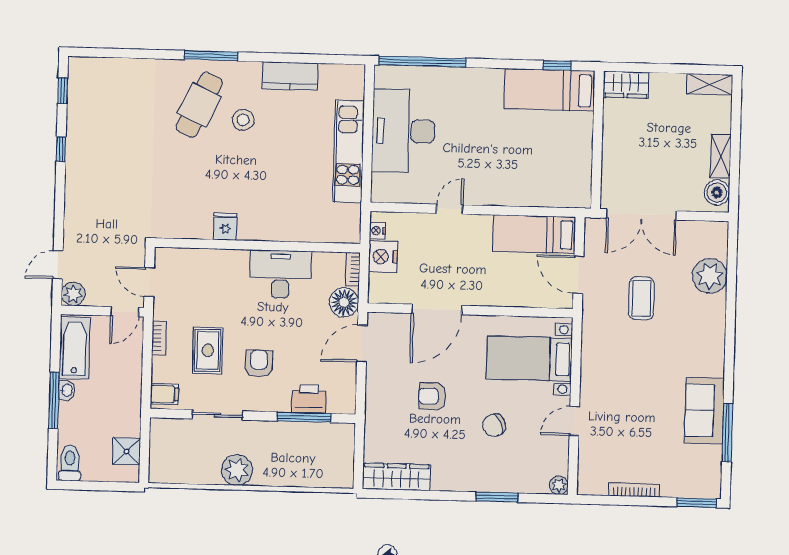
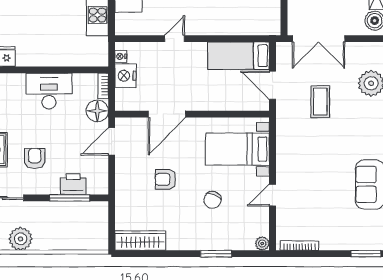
chair: (494, 425) -> (212, 200), turned -43
bookcase: (634, 490) -> (300, 246), moved

